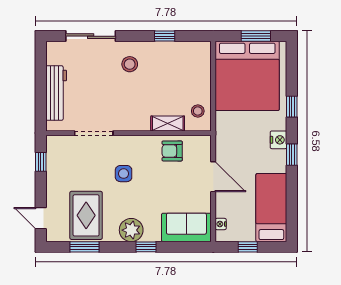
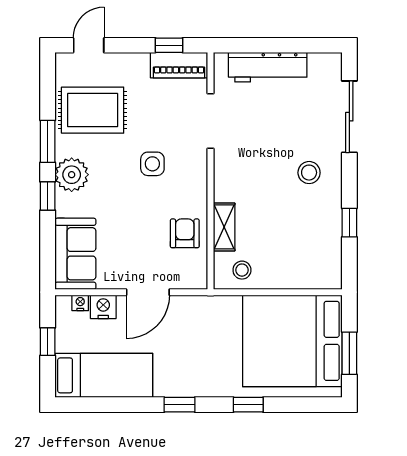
nightstand: (279, 140) -> (103, 307), moved, turned 180
piano: (55, 155) -> (179, 65), added
window: (84, 247) -> (48, 141), moved

